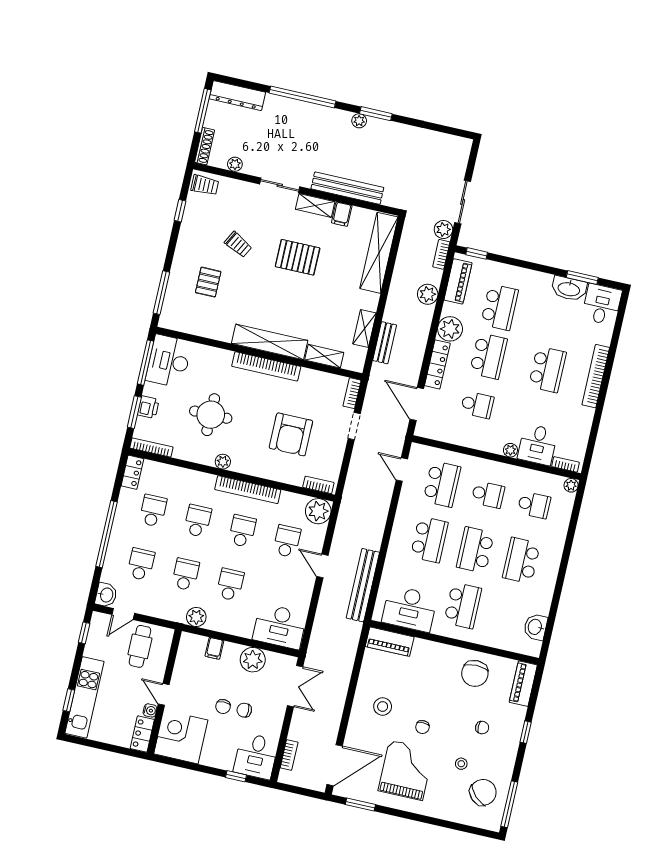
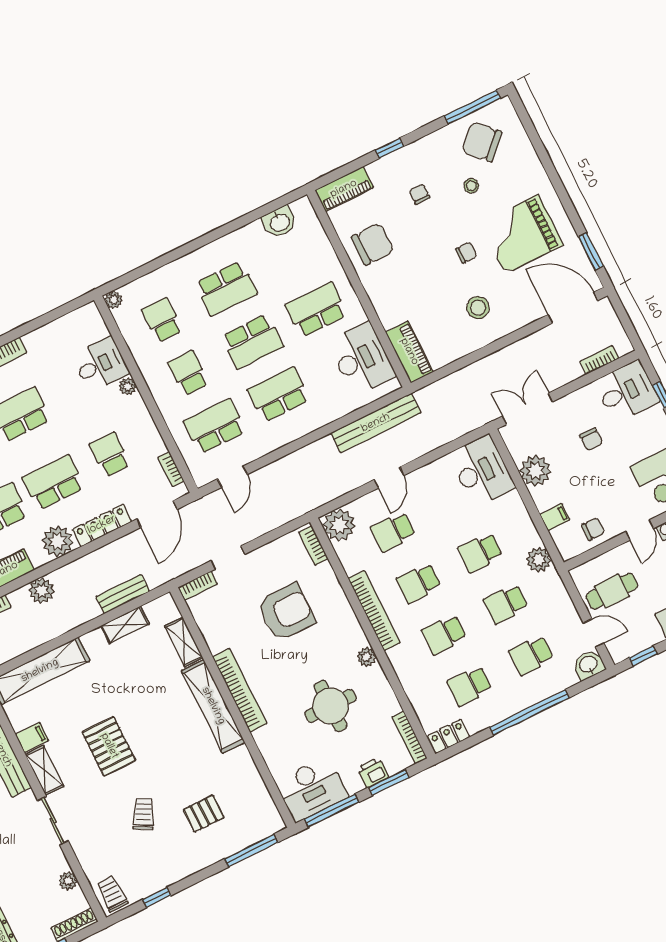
bookcase: (565, 464) -> (171, 469), moved
chair: (223, 706) -> (593, 529), moved

